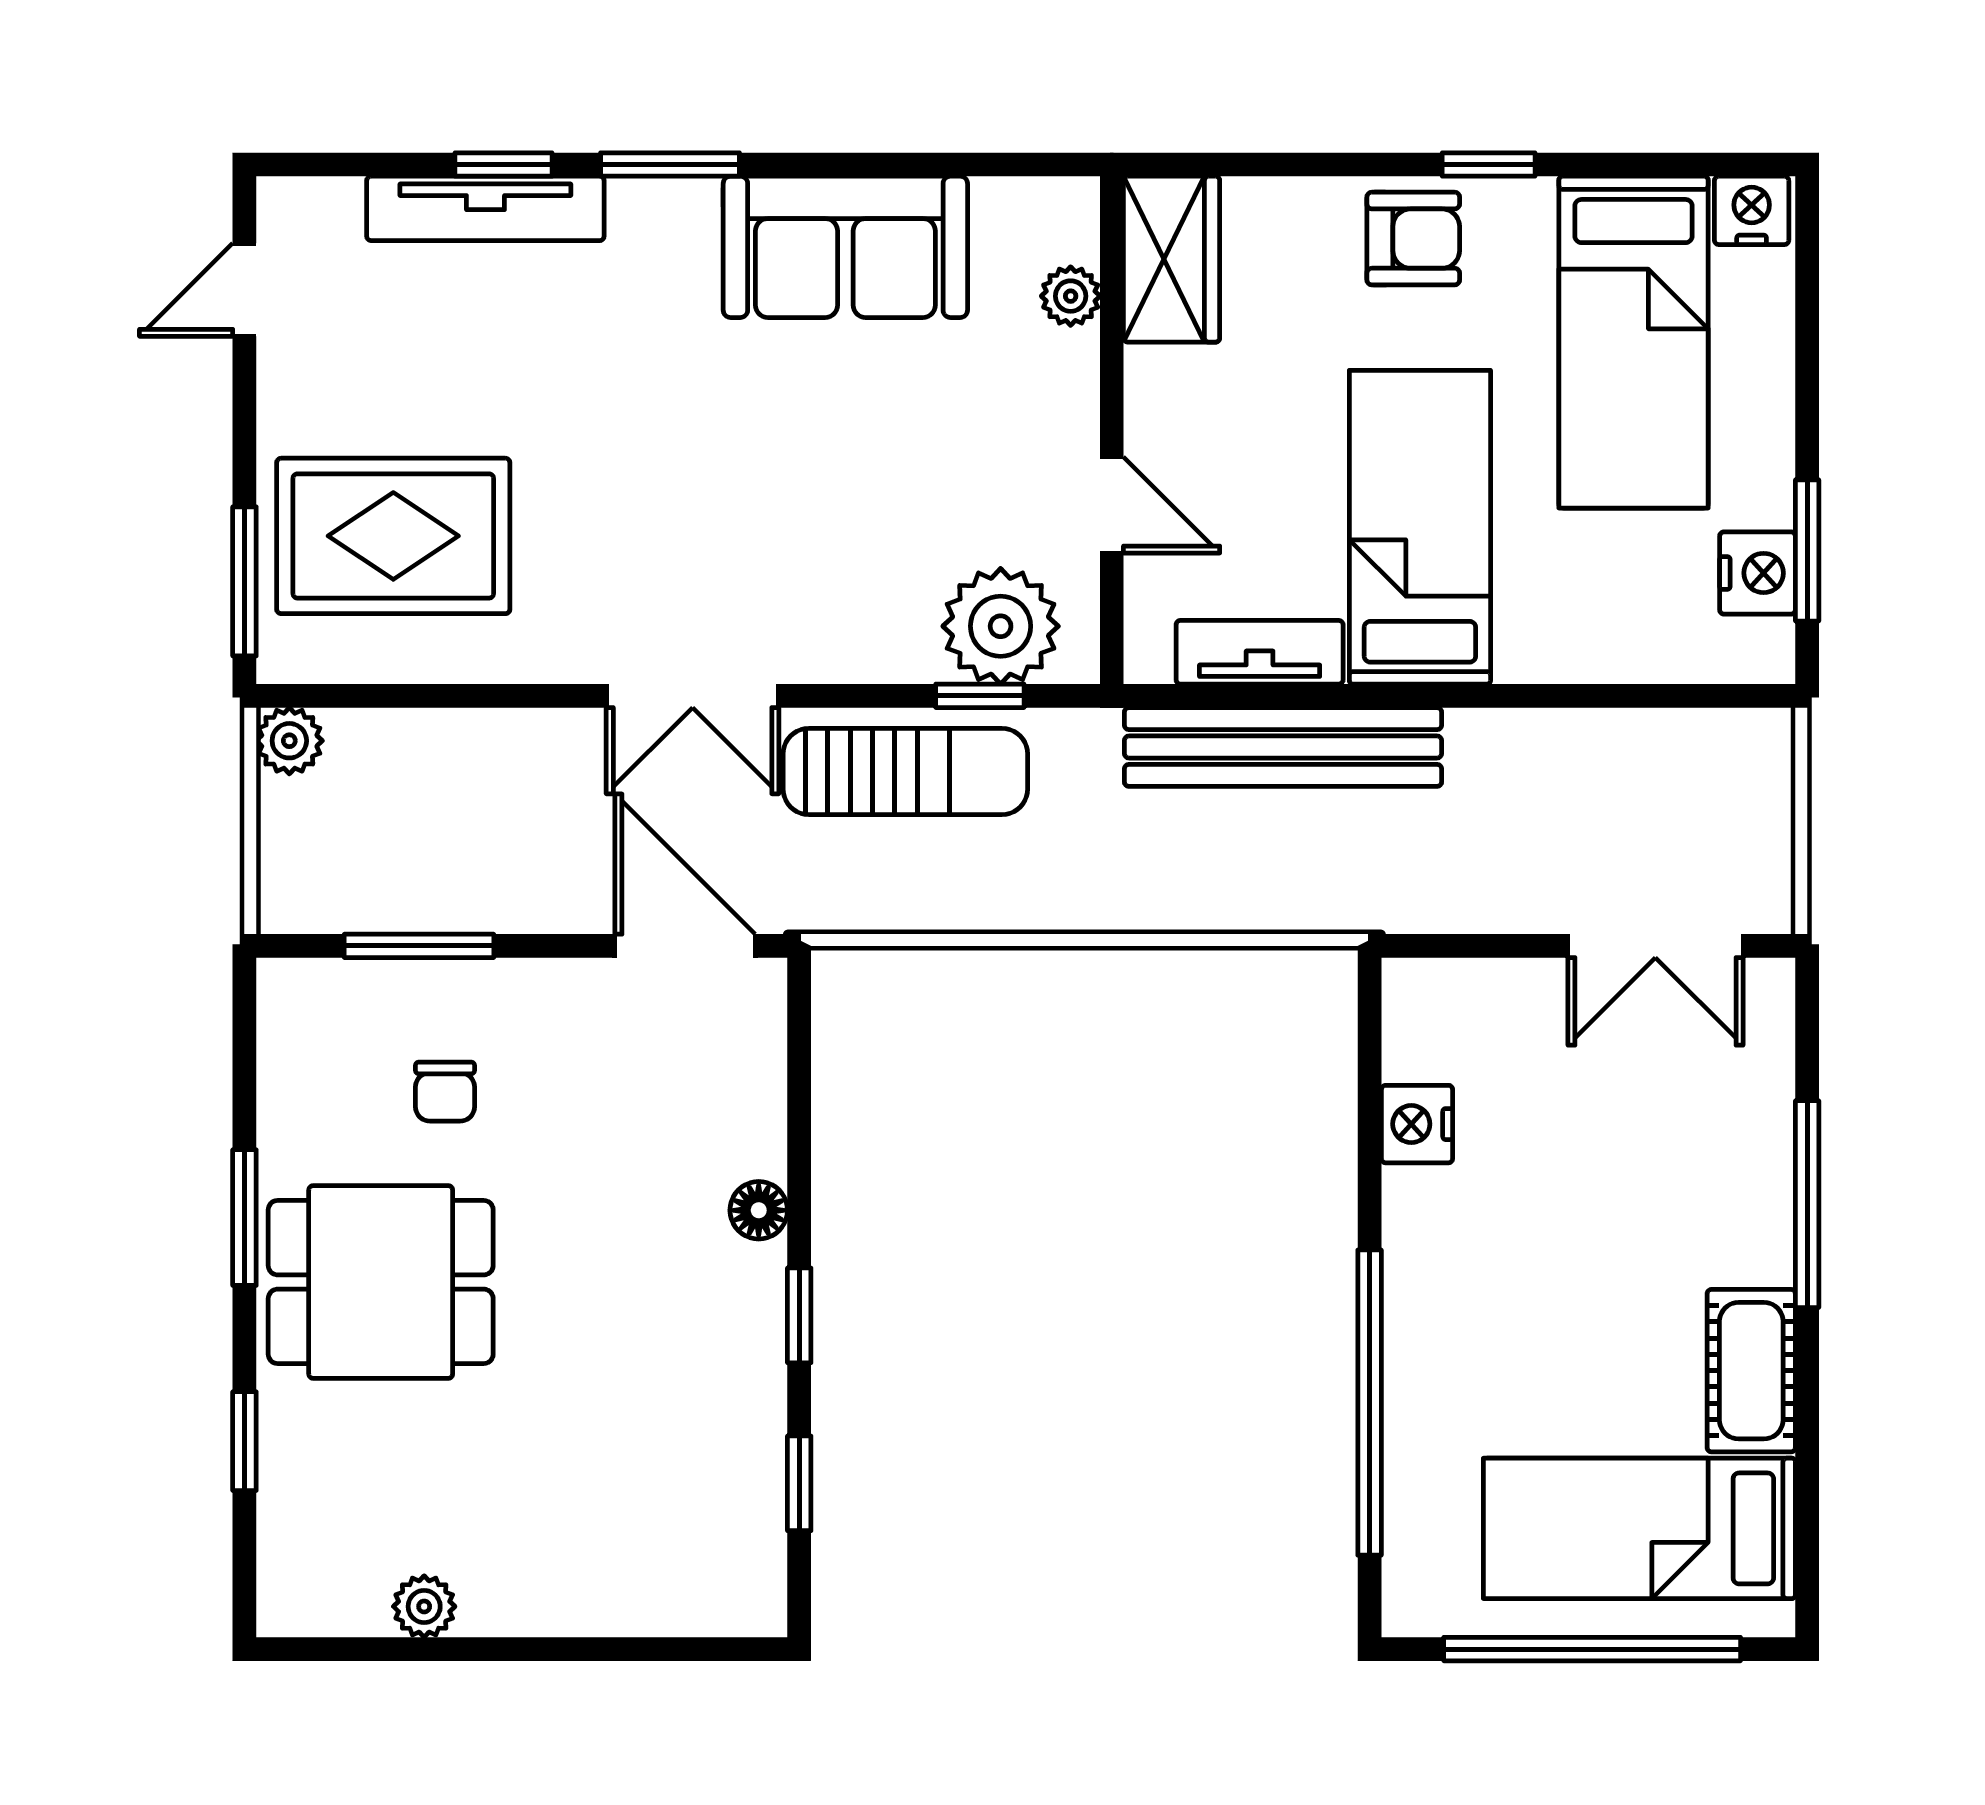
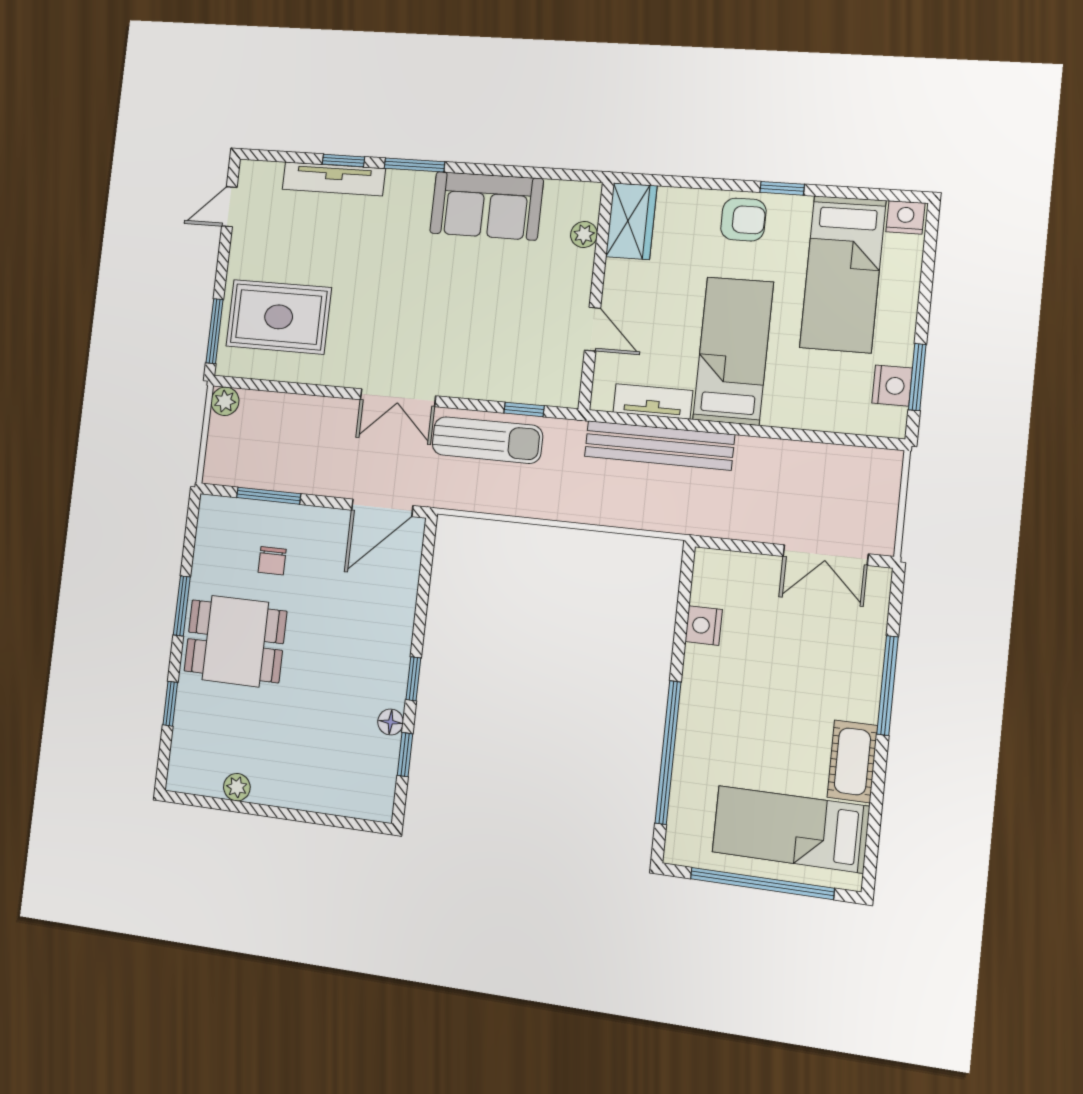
plant: (1001, 626) -> (537, 379), removed
door: (685, 946) -> (382, 508), swing flipped
floor lamp: (759, 1210) -> (391, 722), moved

